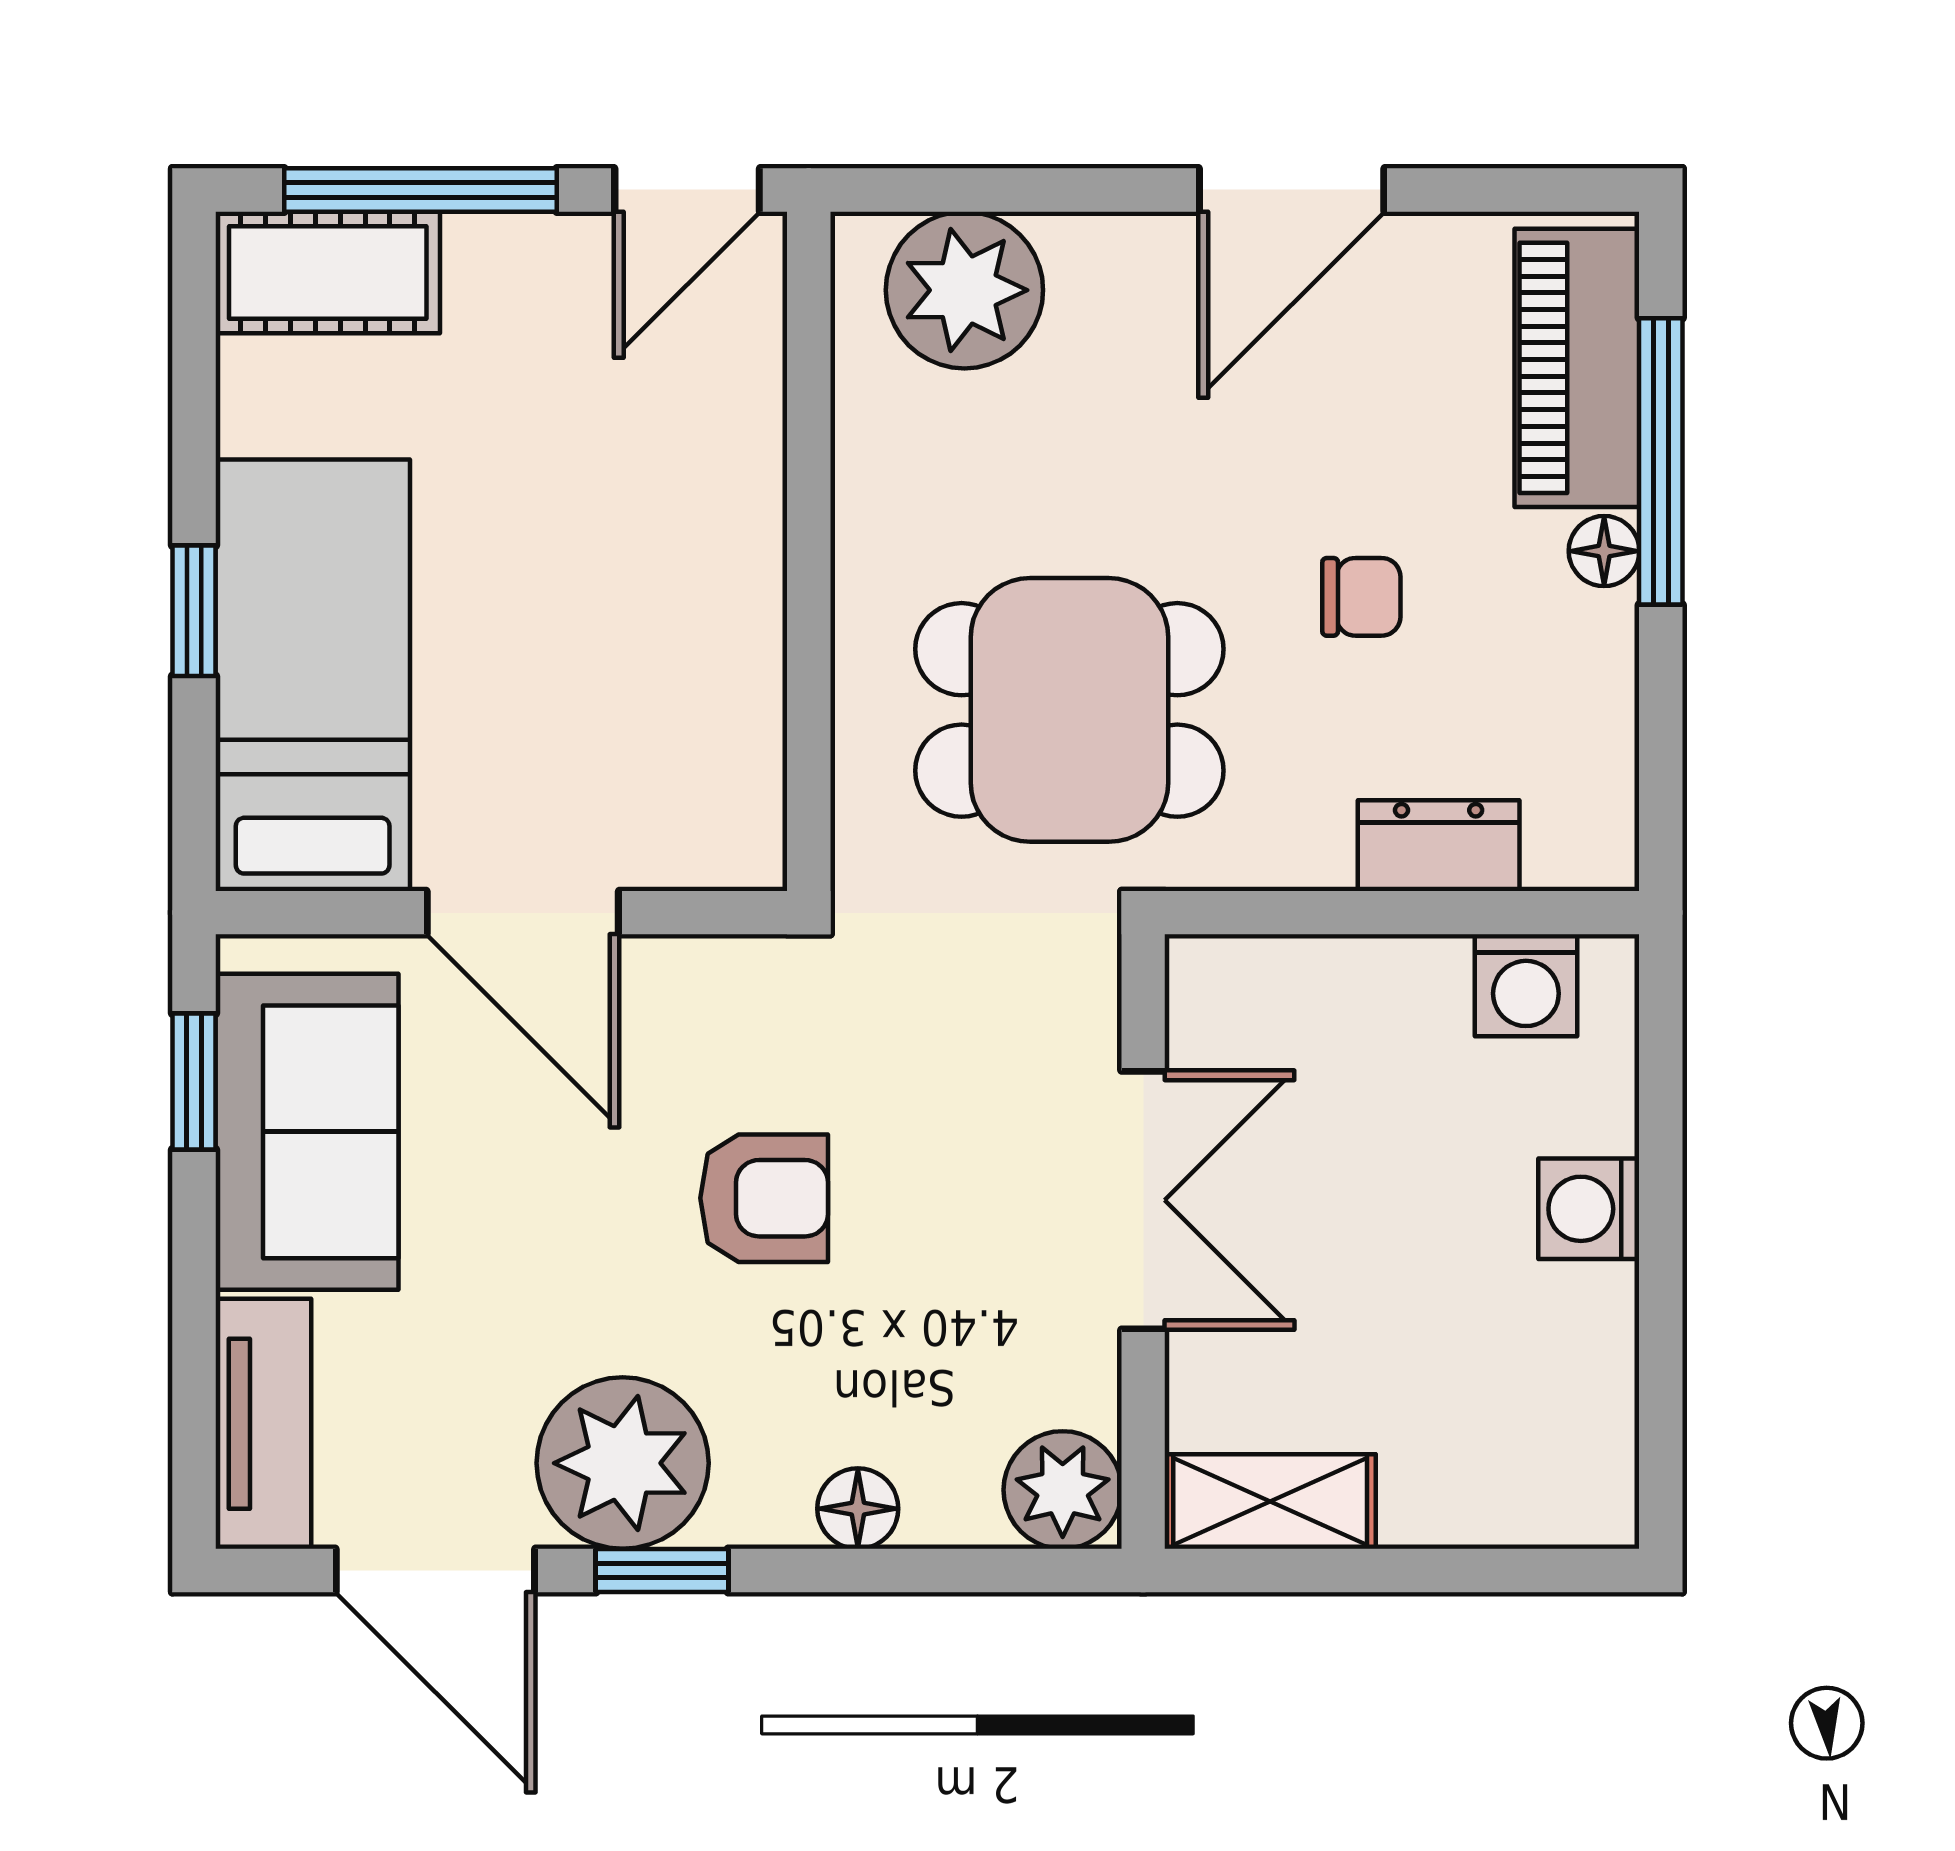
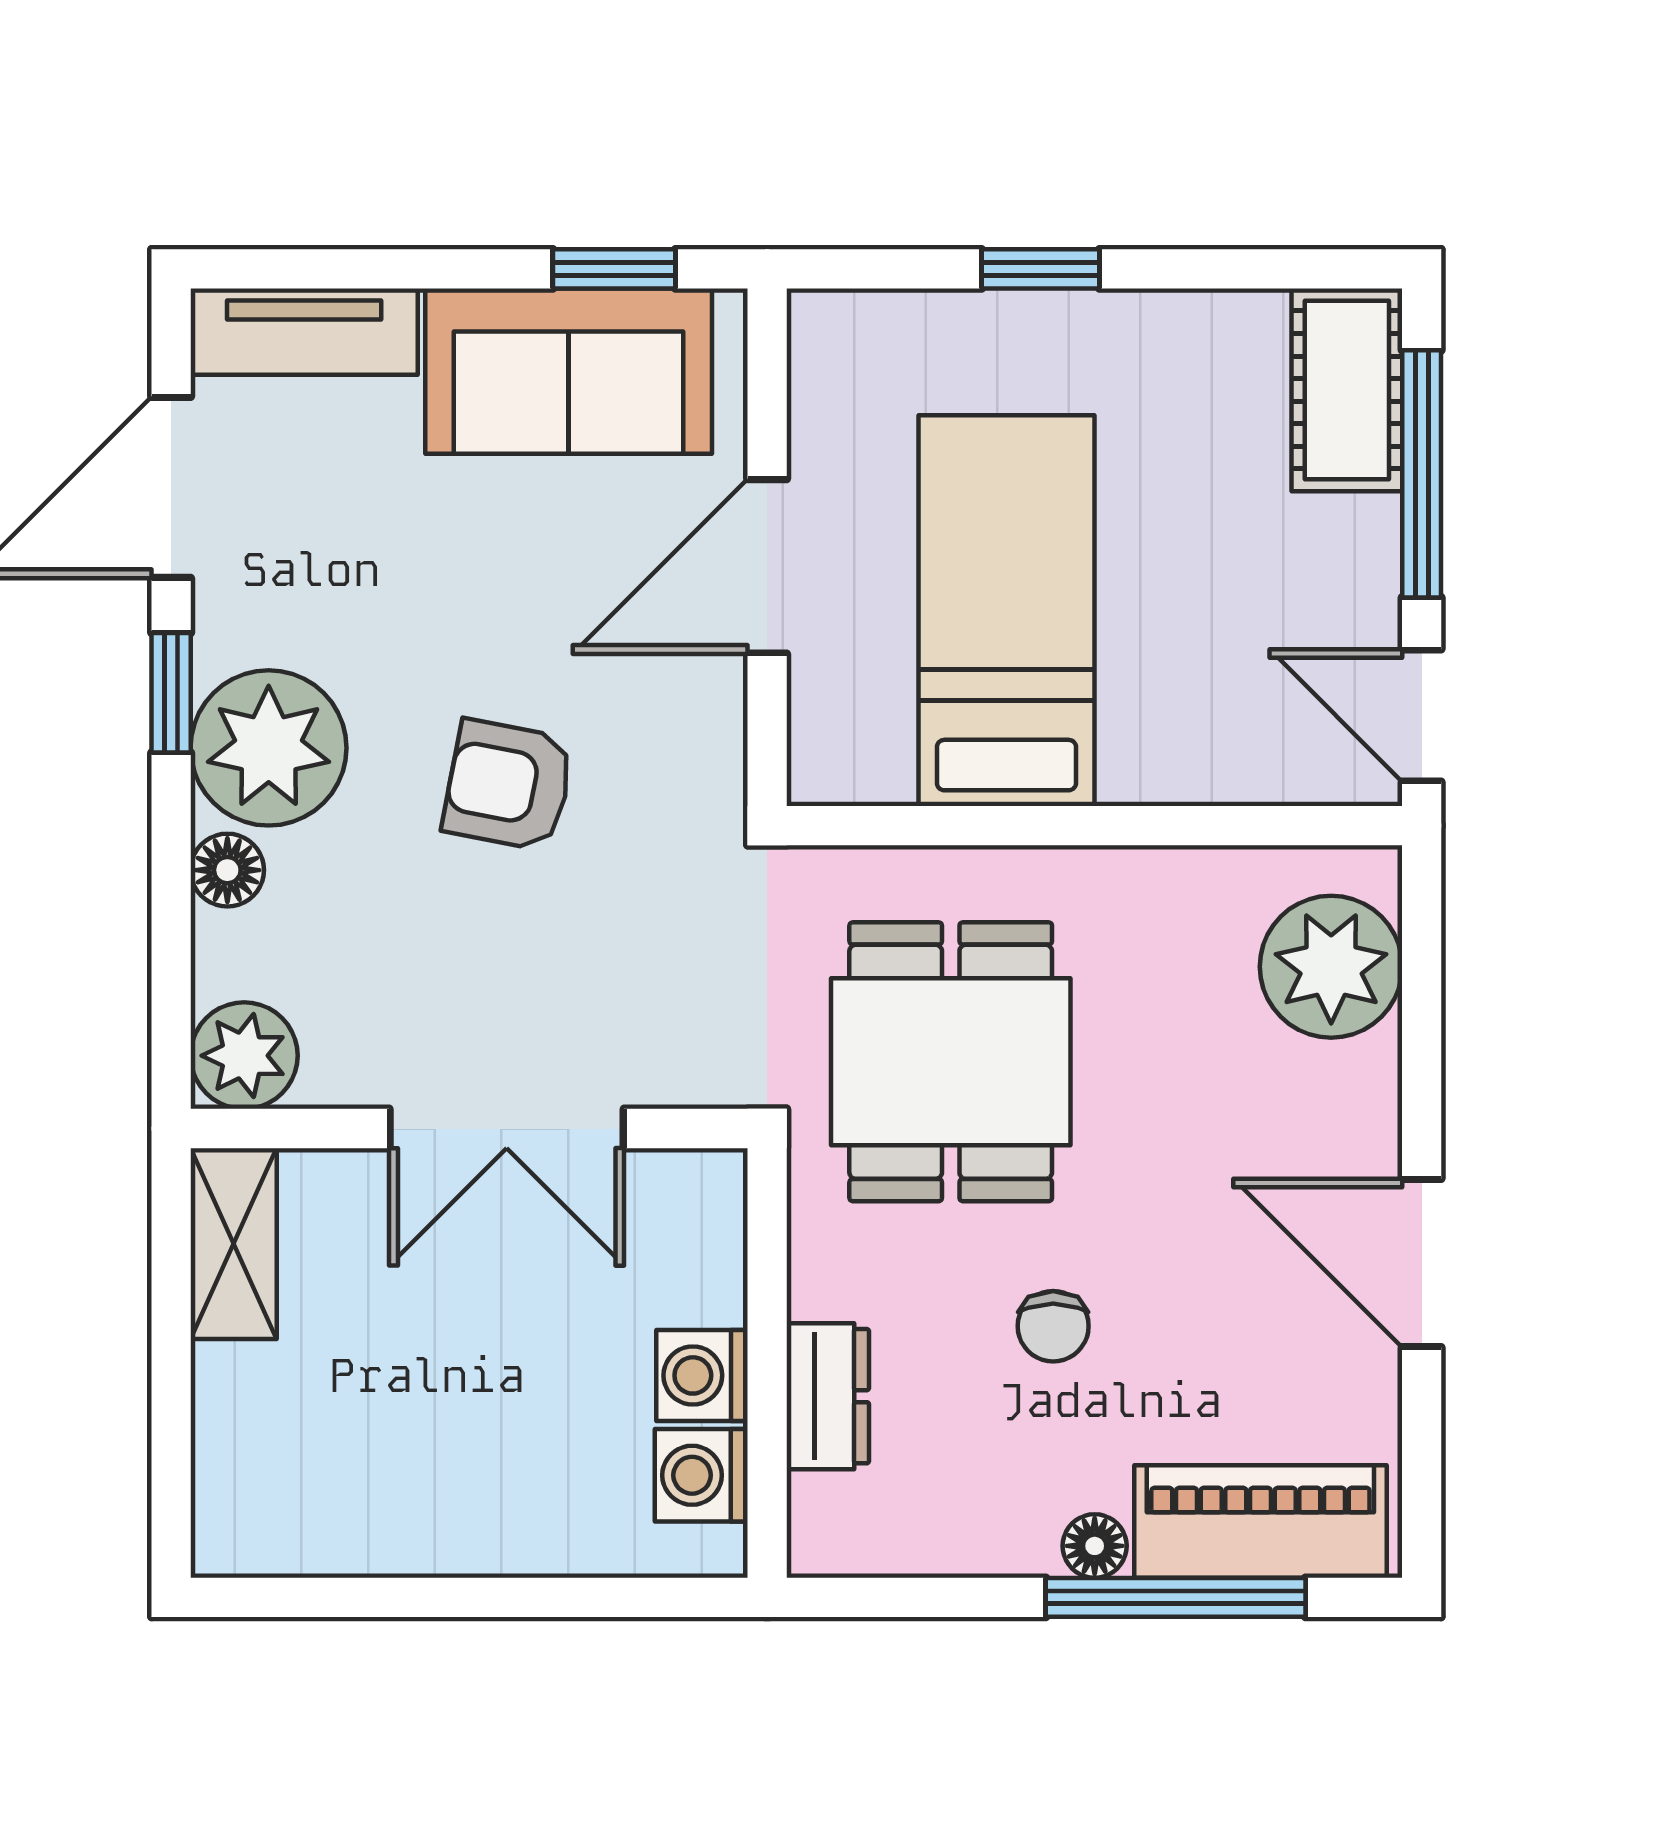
bed: (313, 675) -> (1006, 611), moved, turned -90
armchair: (764, 1198) -> (508, 785), turned 101
washing machine: (1589, 1209) -> (702, 1375), moved, turned -90
plant: (623, 1463) -> (269, 748), moved

